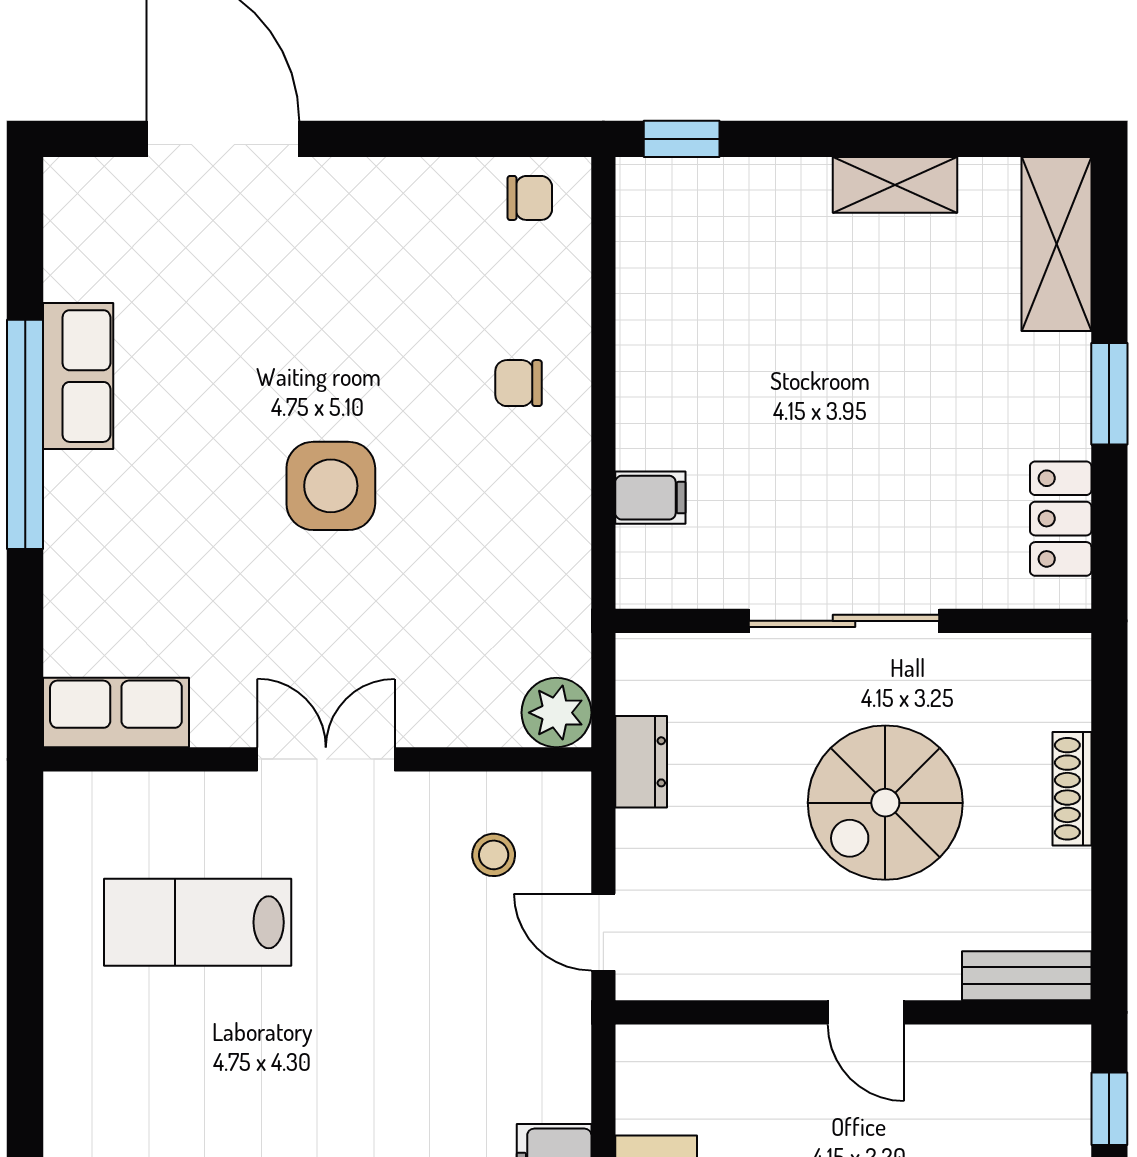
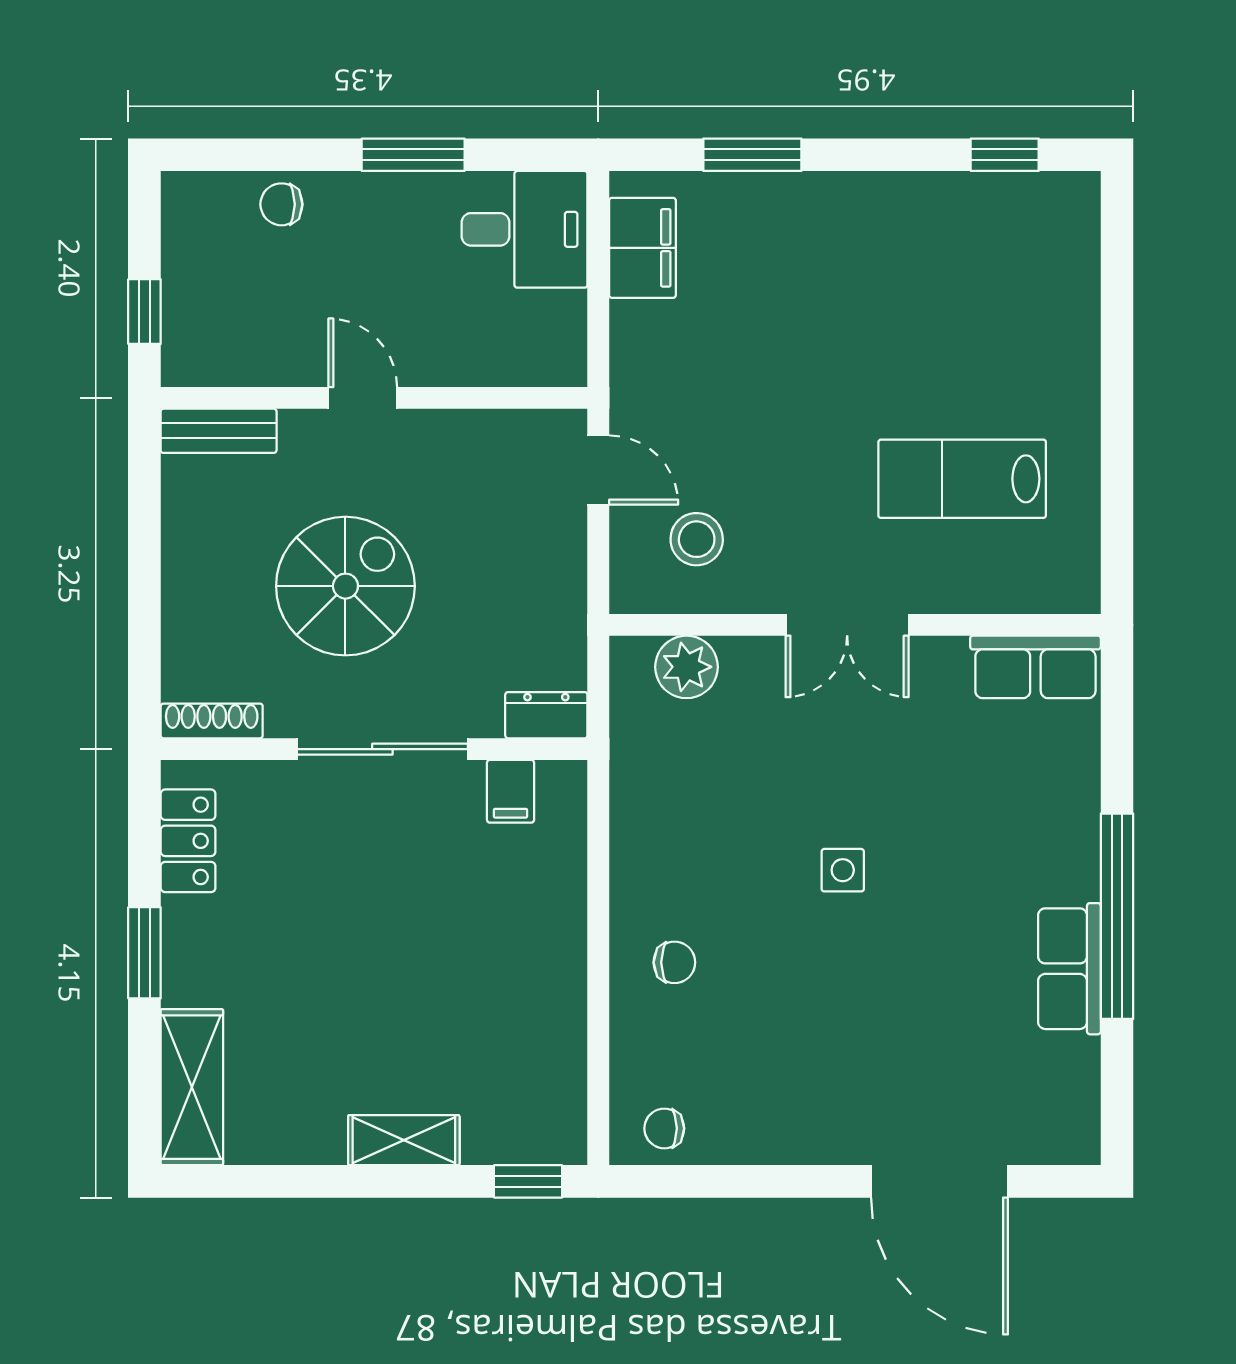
shelving: (895, 185) -> (404, 1140), moved
side table: (331, 486) -> (843, 870), width x0.54, depth x0.54
filing cabinet: (650, 498) -> (511, 791), moved, turned -90
plant: (556, 713) -> (686, 667), moved
dresser: (641, 762) -> (546, 715), moved, turned 90
shoe rack: (1072, 789) -> (212, 721), moved, turned -90
stool: (494, 855) -> (697, 539), width x1.37, depth x1.37
lab bench: (198, 922) -> (962, 479), turned 180

